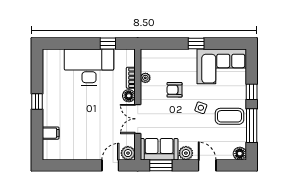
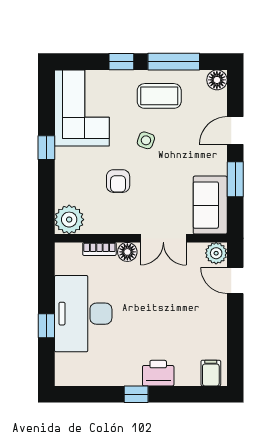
window: (108, 43) -> (46, 326), moved
plant: (145, 78) -> (69, 220), moved, width x1.87, depth x1.87
printer: (51, 116) -> (158, 373), added
coffee table: (229, 116) -> (159, 96), turned 90
filing cabinet: (51, 133) -> (211, 373), moved
plant: (186, 153) -> (216, 163), removed
window: (161, 165) -> (235, 179), moved

